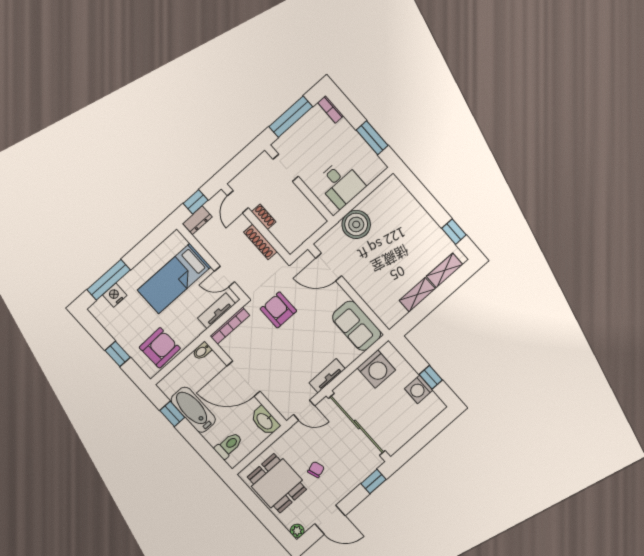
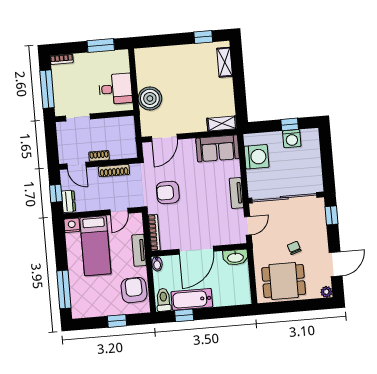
nightstand: (115, 295) -> (72, 225), moved, turned 90
shelving: (417, 295) -> (222, 124), moved, turned 90
tv unit: (217, 311) -> (139, 250), moved
toilet: (229, 445) -> (164, 300), moved

